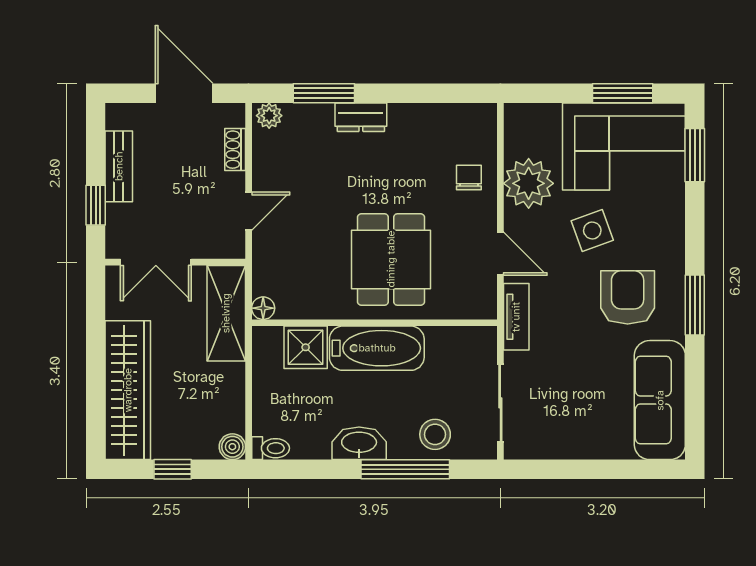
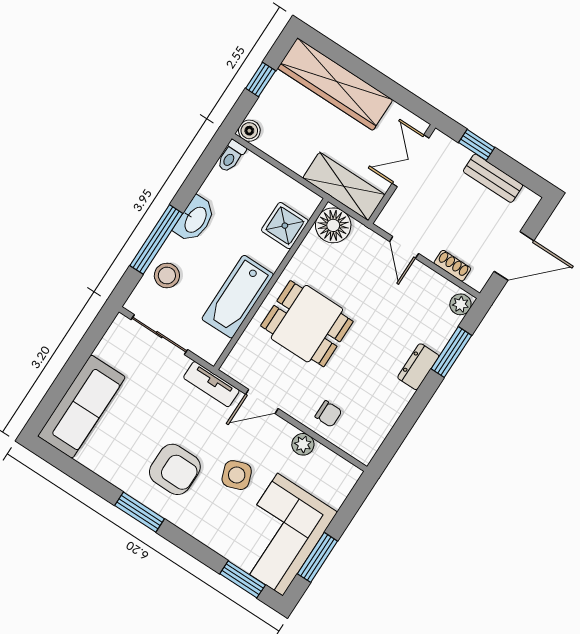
plant: (529, 183) -> (303, 444), width x0.53, depth x0.53
floor lamp: (263, 308) -> (333, 225), width x1.89, depth x1.89
bathtub: (377, 348) -> (238, 297), moved
sofa: (660, 400) -> (82, 407), moved, turned 90

